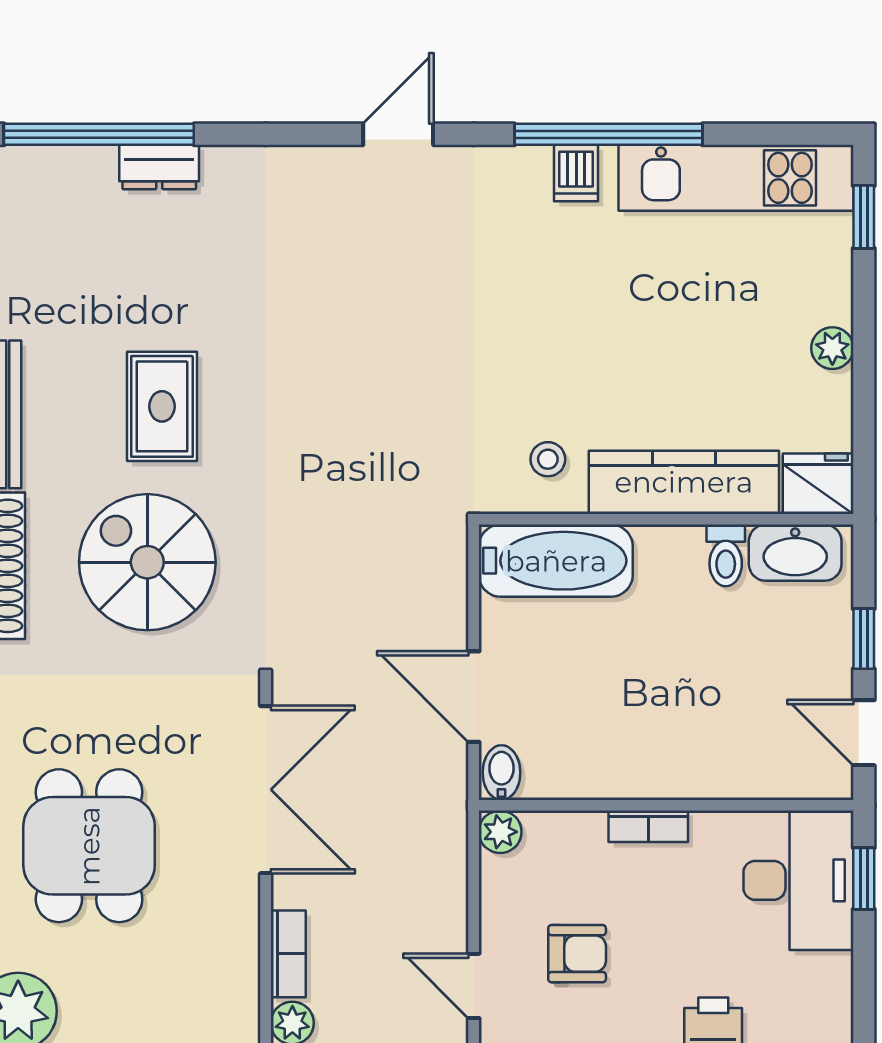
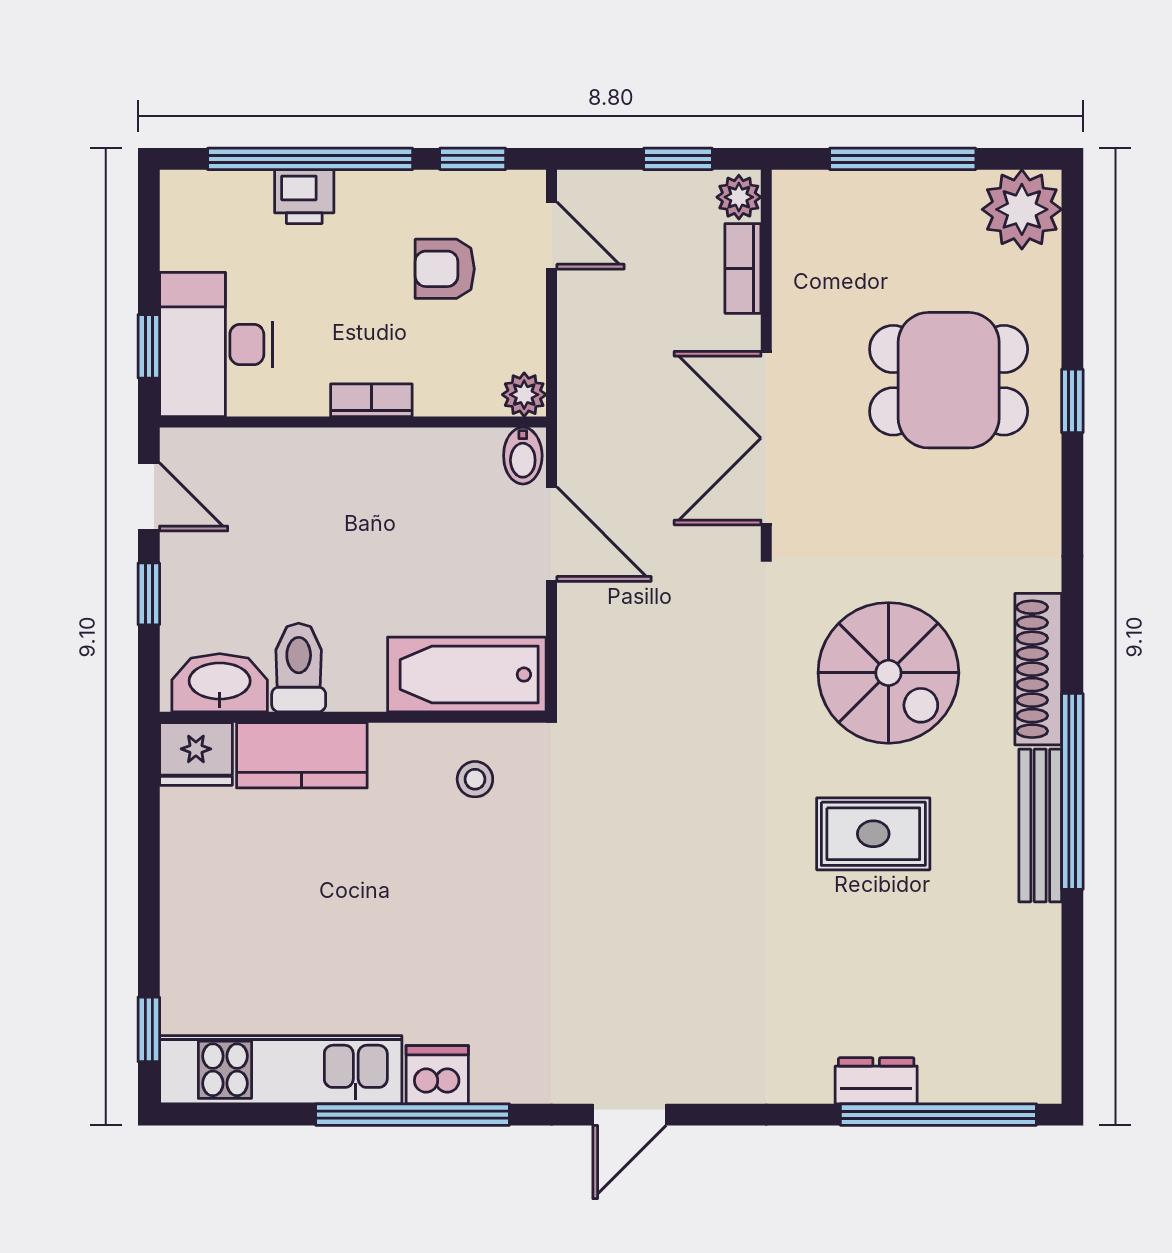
dishwasher: (576, 173) -> (437, 1075), width x1.38
plant: (832, 348) -> (181, 894), removed
rug: (162, 406) -> (873, 834), turned 90
kitchen counter: (684, 482) -> (302, 755), width x0.67
toilet: (726, 555) -> (299, 668), width x1.37, depth x1.39
dining table: (89, 846) -> (949, 380), turned 90

